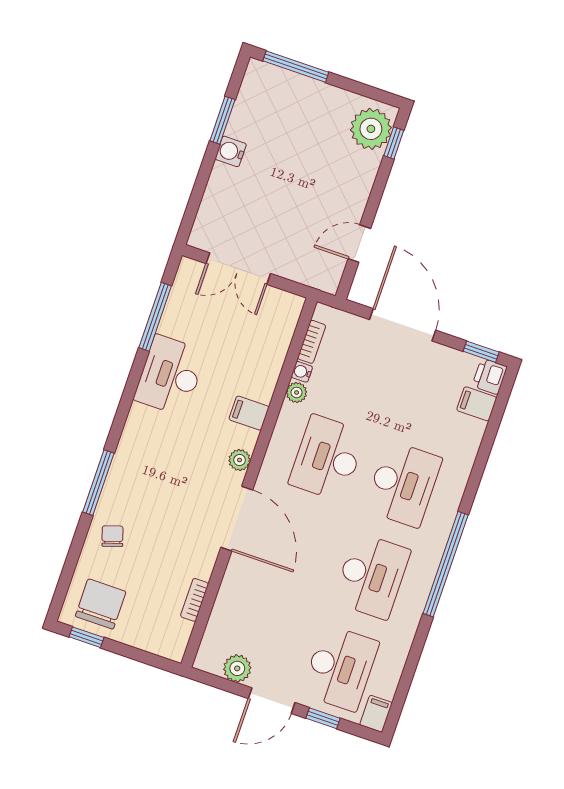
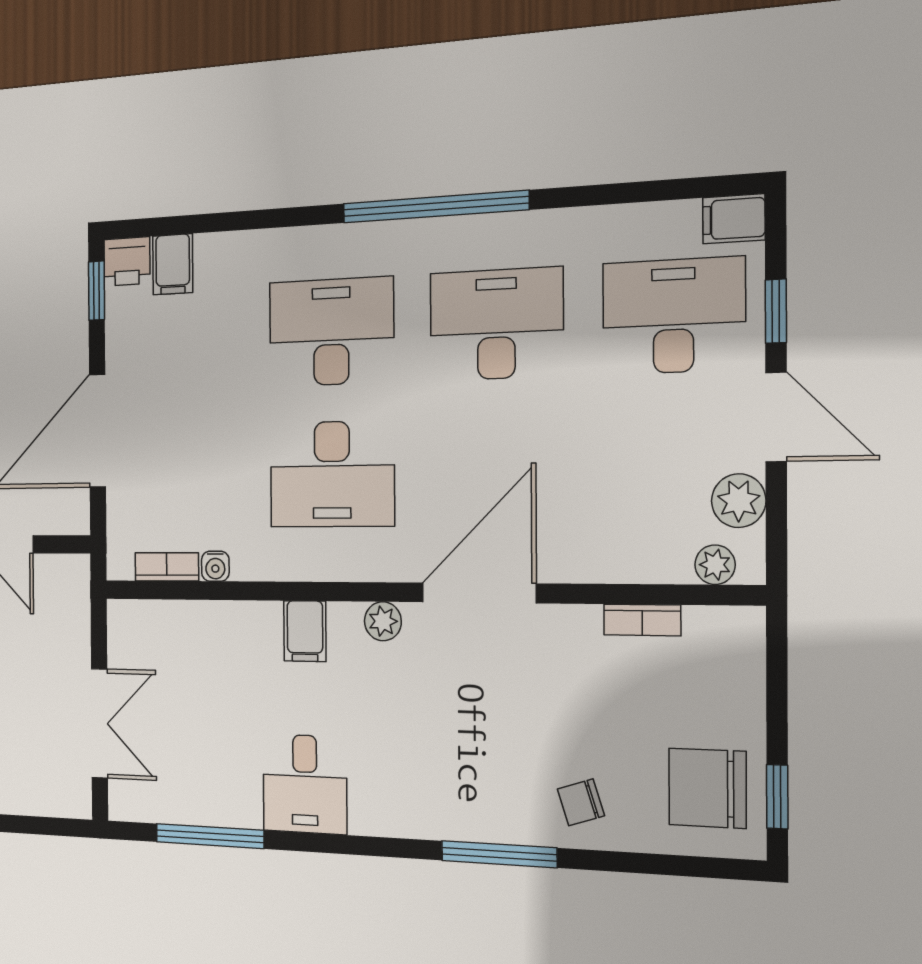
desk: (170, 375) -> (305, 784), width x0.73
plant: (297, 392) -> (715, 565), moved

